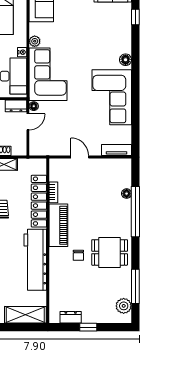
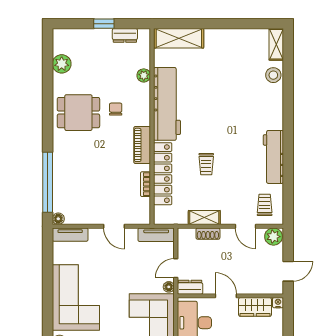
tv unit: (44, 150) -> (156, 235), added
floor lamp: (127, 194) -> (58, 219), moved
window: (135, 212) -> (48, 182), moved
piano: (58, 225) -> (142, 145), width x0.73, depth x0.75
plant: (55, 284) -> (144, 75), added
window: (135, 286) -> (48, 72), removed
plant: (124, 306) -> (62, 64), moved

